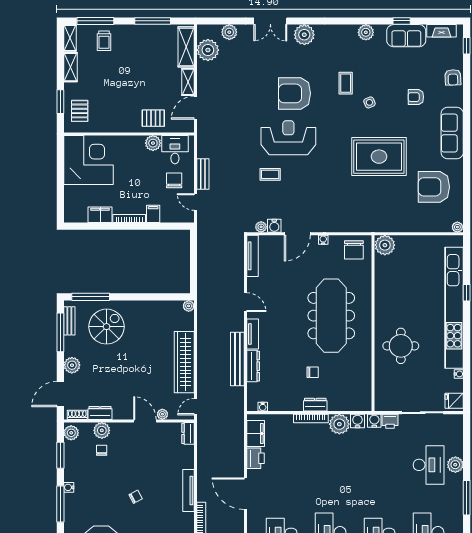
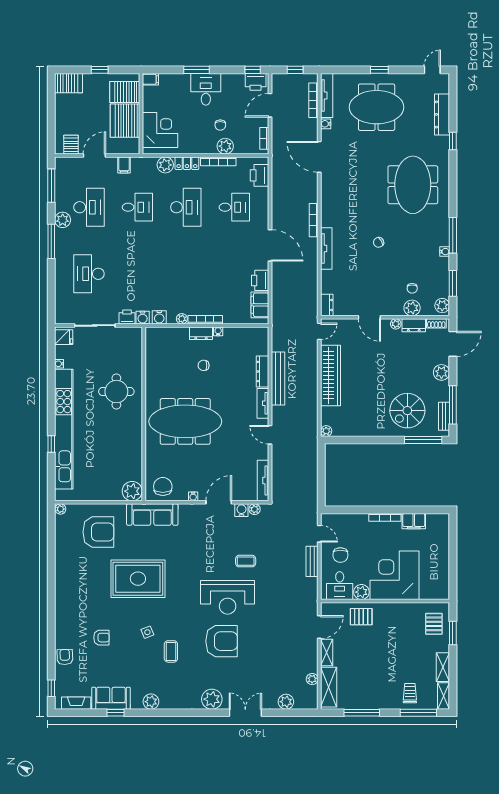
plant: (208, 50) -> (312, 679), width x0.53, depth x0.53
sofa: (452, 133) -> (152, 515), moved, turned 90
corner desk: (89, 160) -> (395, 575), moved, turned 90
armchair: (434, 187) -> (98, 532), moved
filing cabinet: (153, 214) -> (361, 522), removed
meeting table: (331, 316) -> (185, 421), turned 90
water cooler: (263, 407) -> (218, 331), moved
plant: (162, 414) -> (396, 324), moved
plant: (339, 424) -> (182, 319), width x0.53, depth x0.53
plant: (455, 465) -> (63, 220), moved

